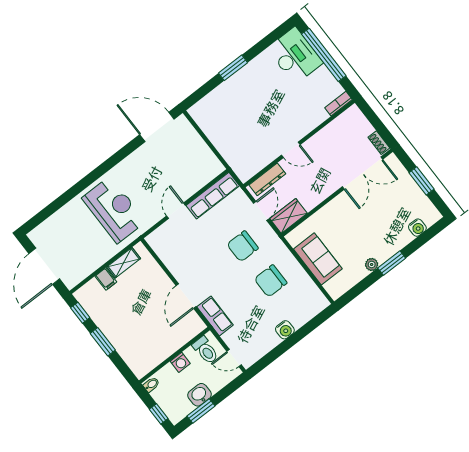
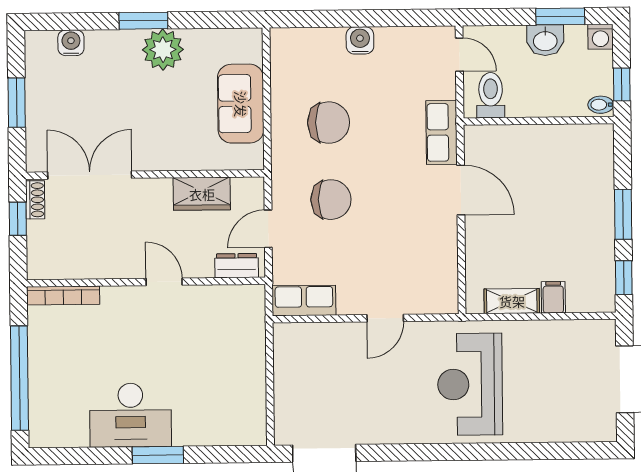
desk: (295, 56) -> (131, 415), moved, turned -90
bookcase: (338, 104) -> (63, 295), width x1.56
window: (380, 128) -> (18, 219), added
dresser: (267, 179) -> (237, 266), width x0.70
row of seats: (213, 196) -> (304, 300), width x0.68
wardrobe: (289, 216) -> (202, 194), moved
plant: (372, 264) -> (163, 50), width x1.87, depth x1.87
door: (186, 296) -> (461, 190), hinge flipped
washing machine: (180, 362) -> (600, 37), moved, turned 180
window: (159, 414) -> (622, 85), moved

